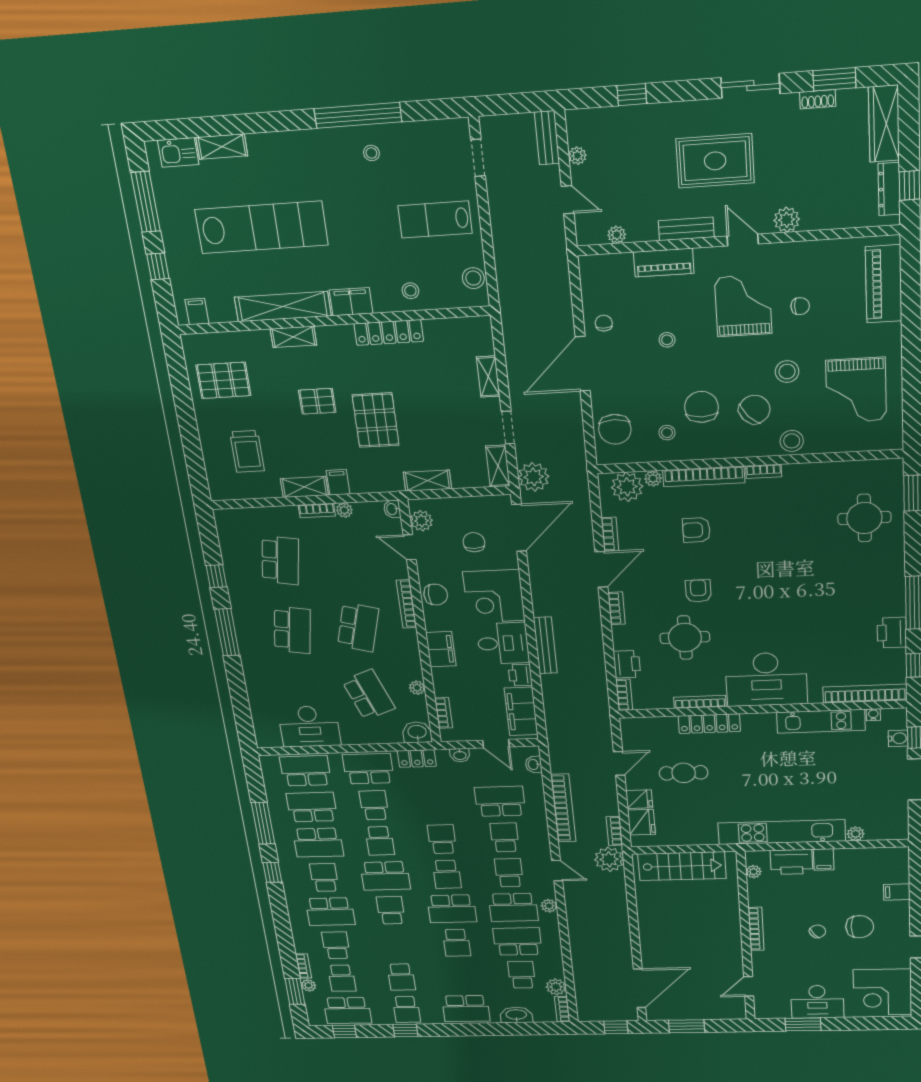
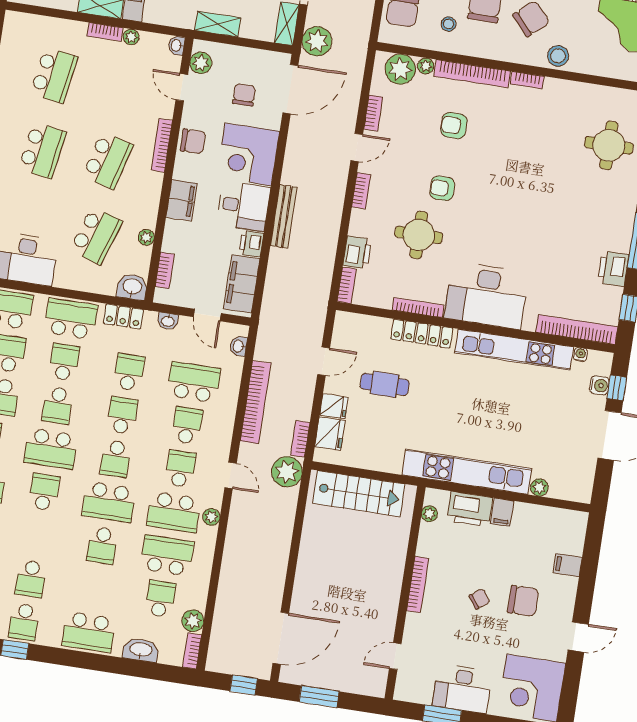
door: (601, 569) -> (357, 147), width x0.73
armchair: (698, 591) -> (442, 188), turned -90
school desk: (369, 695) -> (96, 236), turned 39
kitchen unit: (821, 721) -> (514, 350), width x1.36
school desk: (437, 803) -> (129, 372), added

